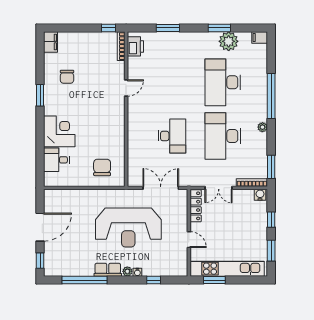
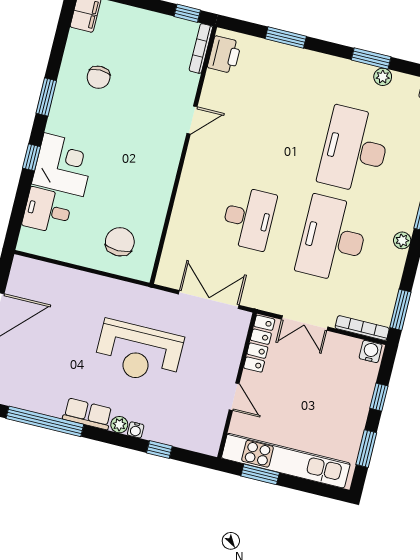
plant: (229, 41) -> (383, 77), width x0.53, depth x0.53
window: (40, 132) -> (31, 157), added
reception desk: (128, 228) -> (139, 352), width x0.74, depth x0.77

